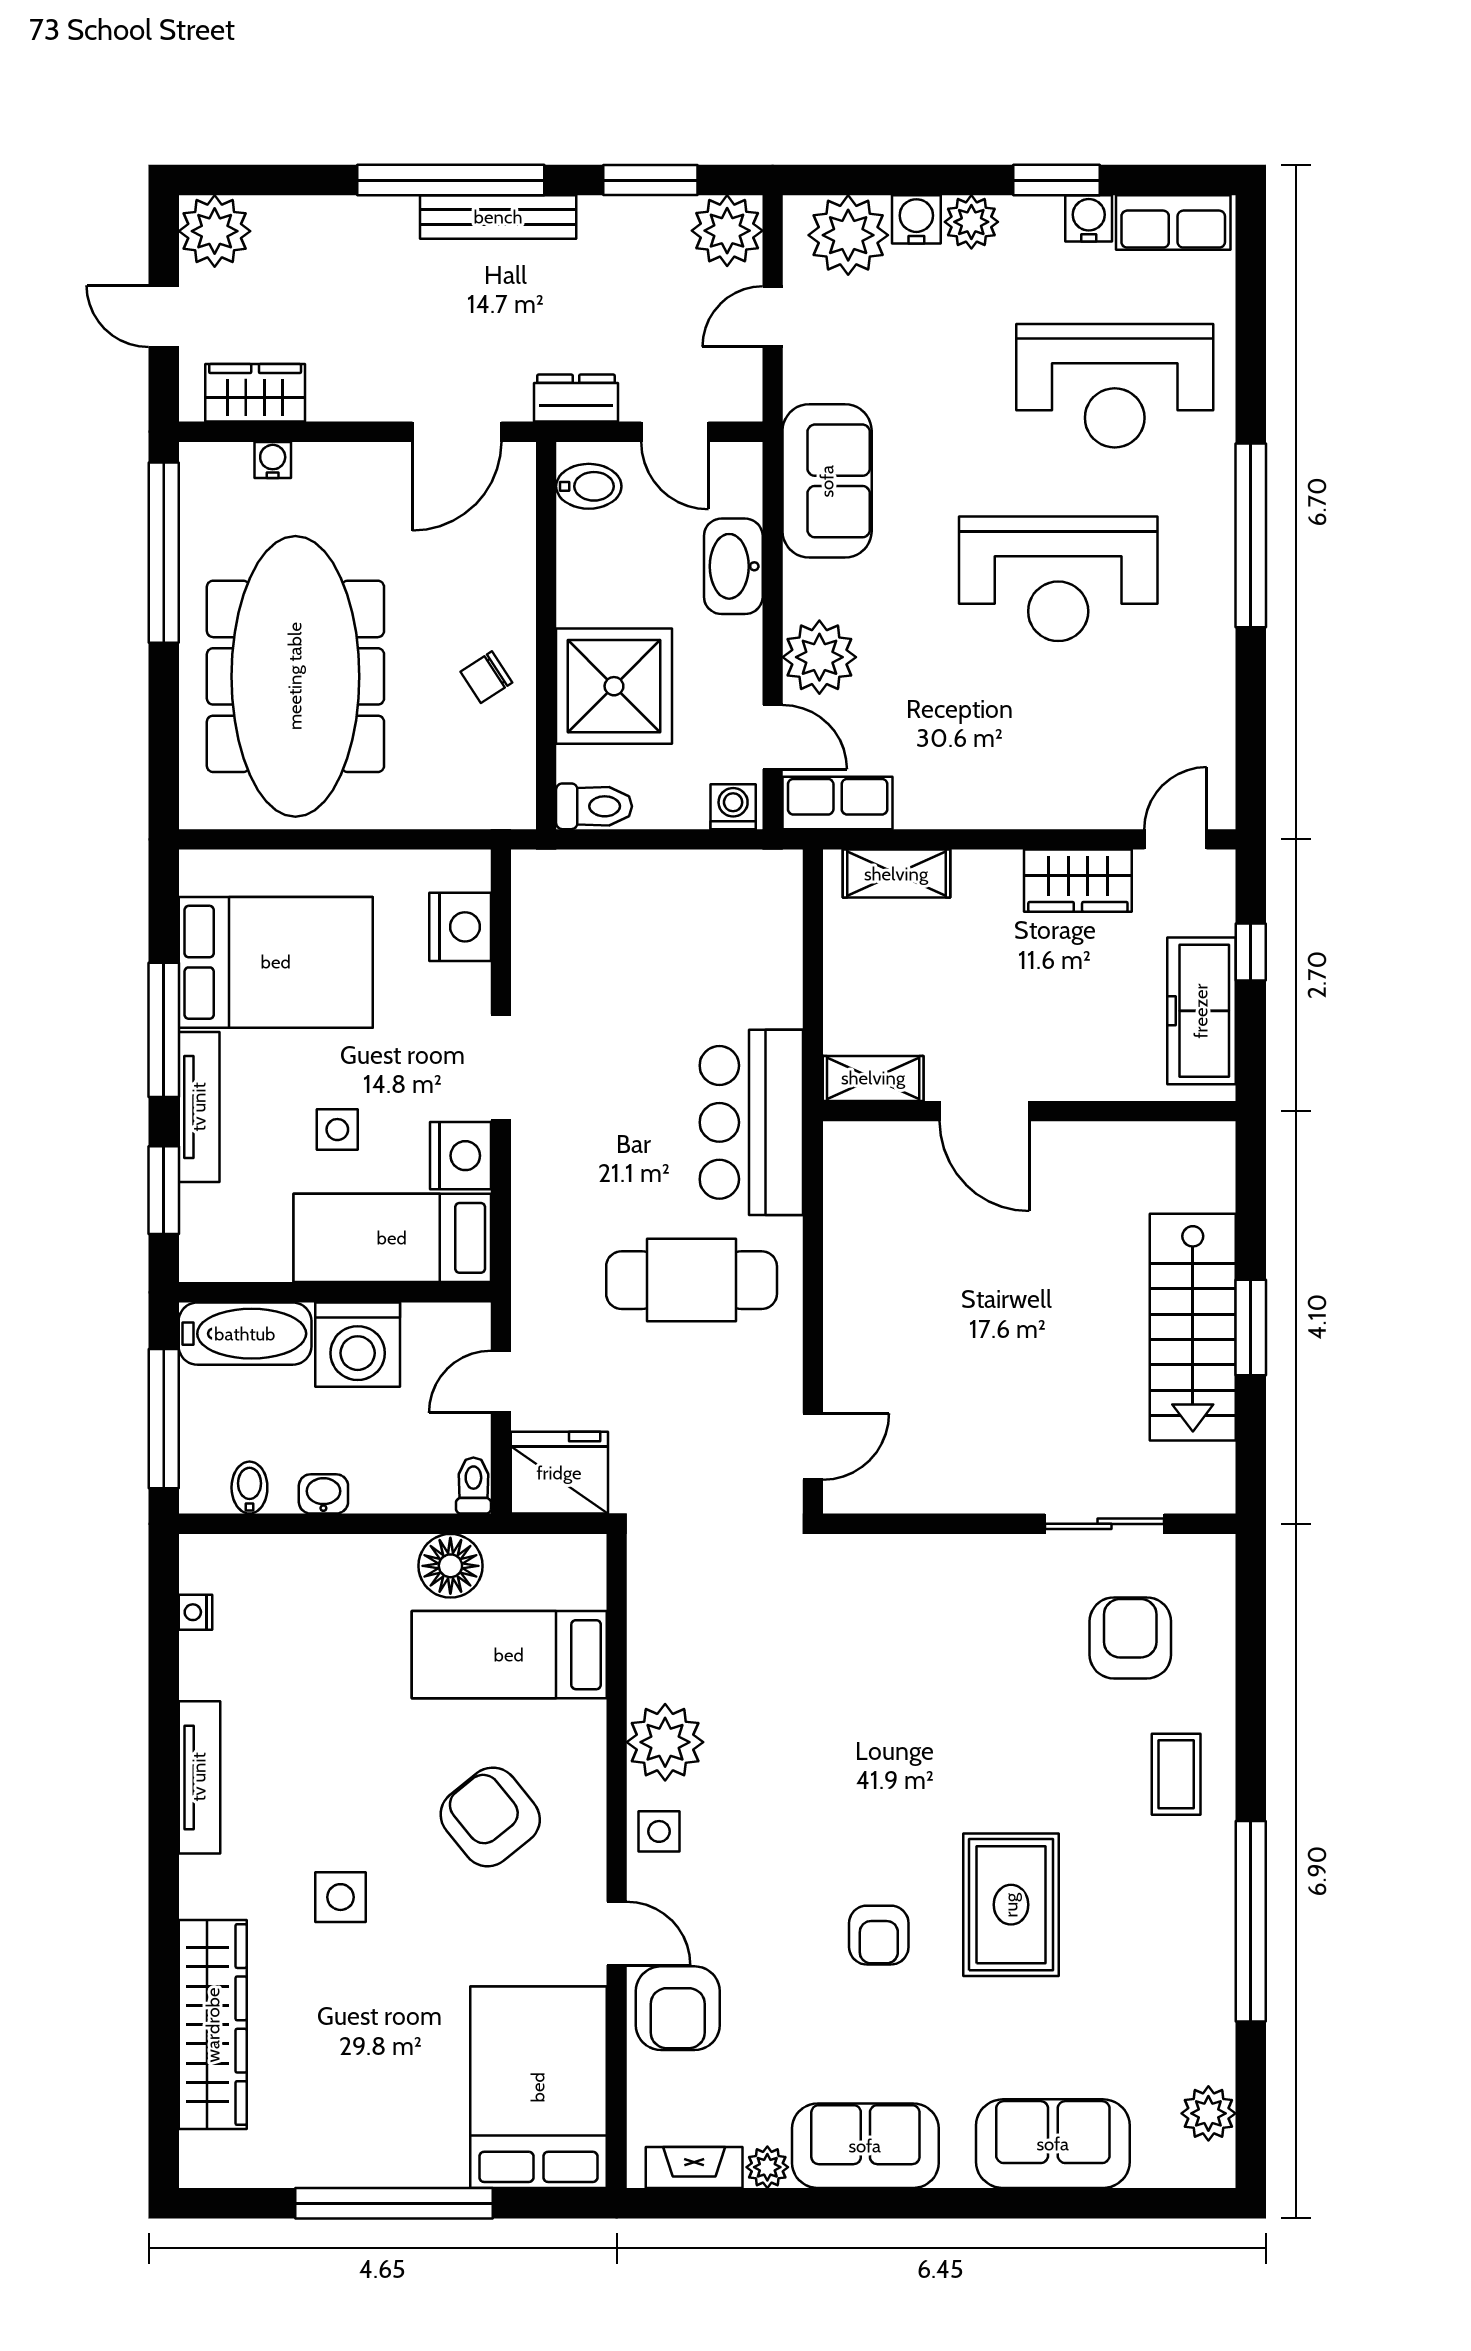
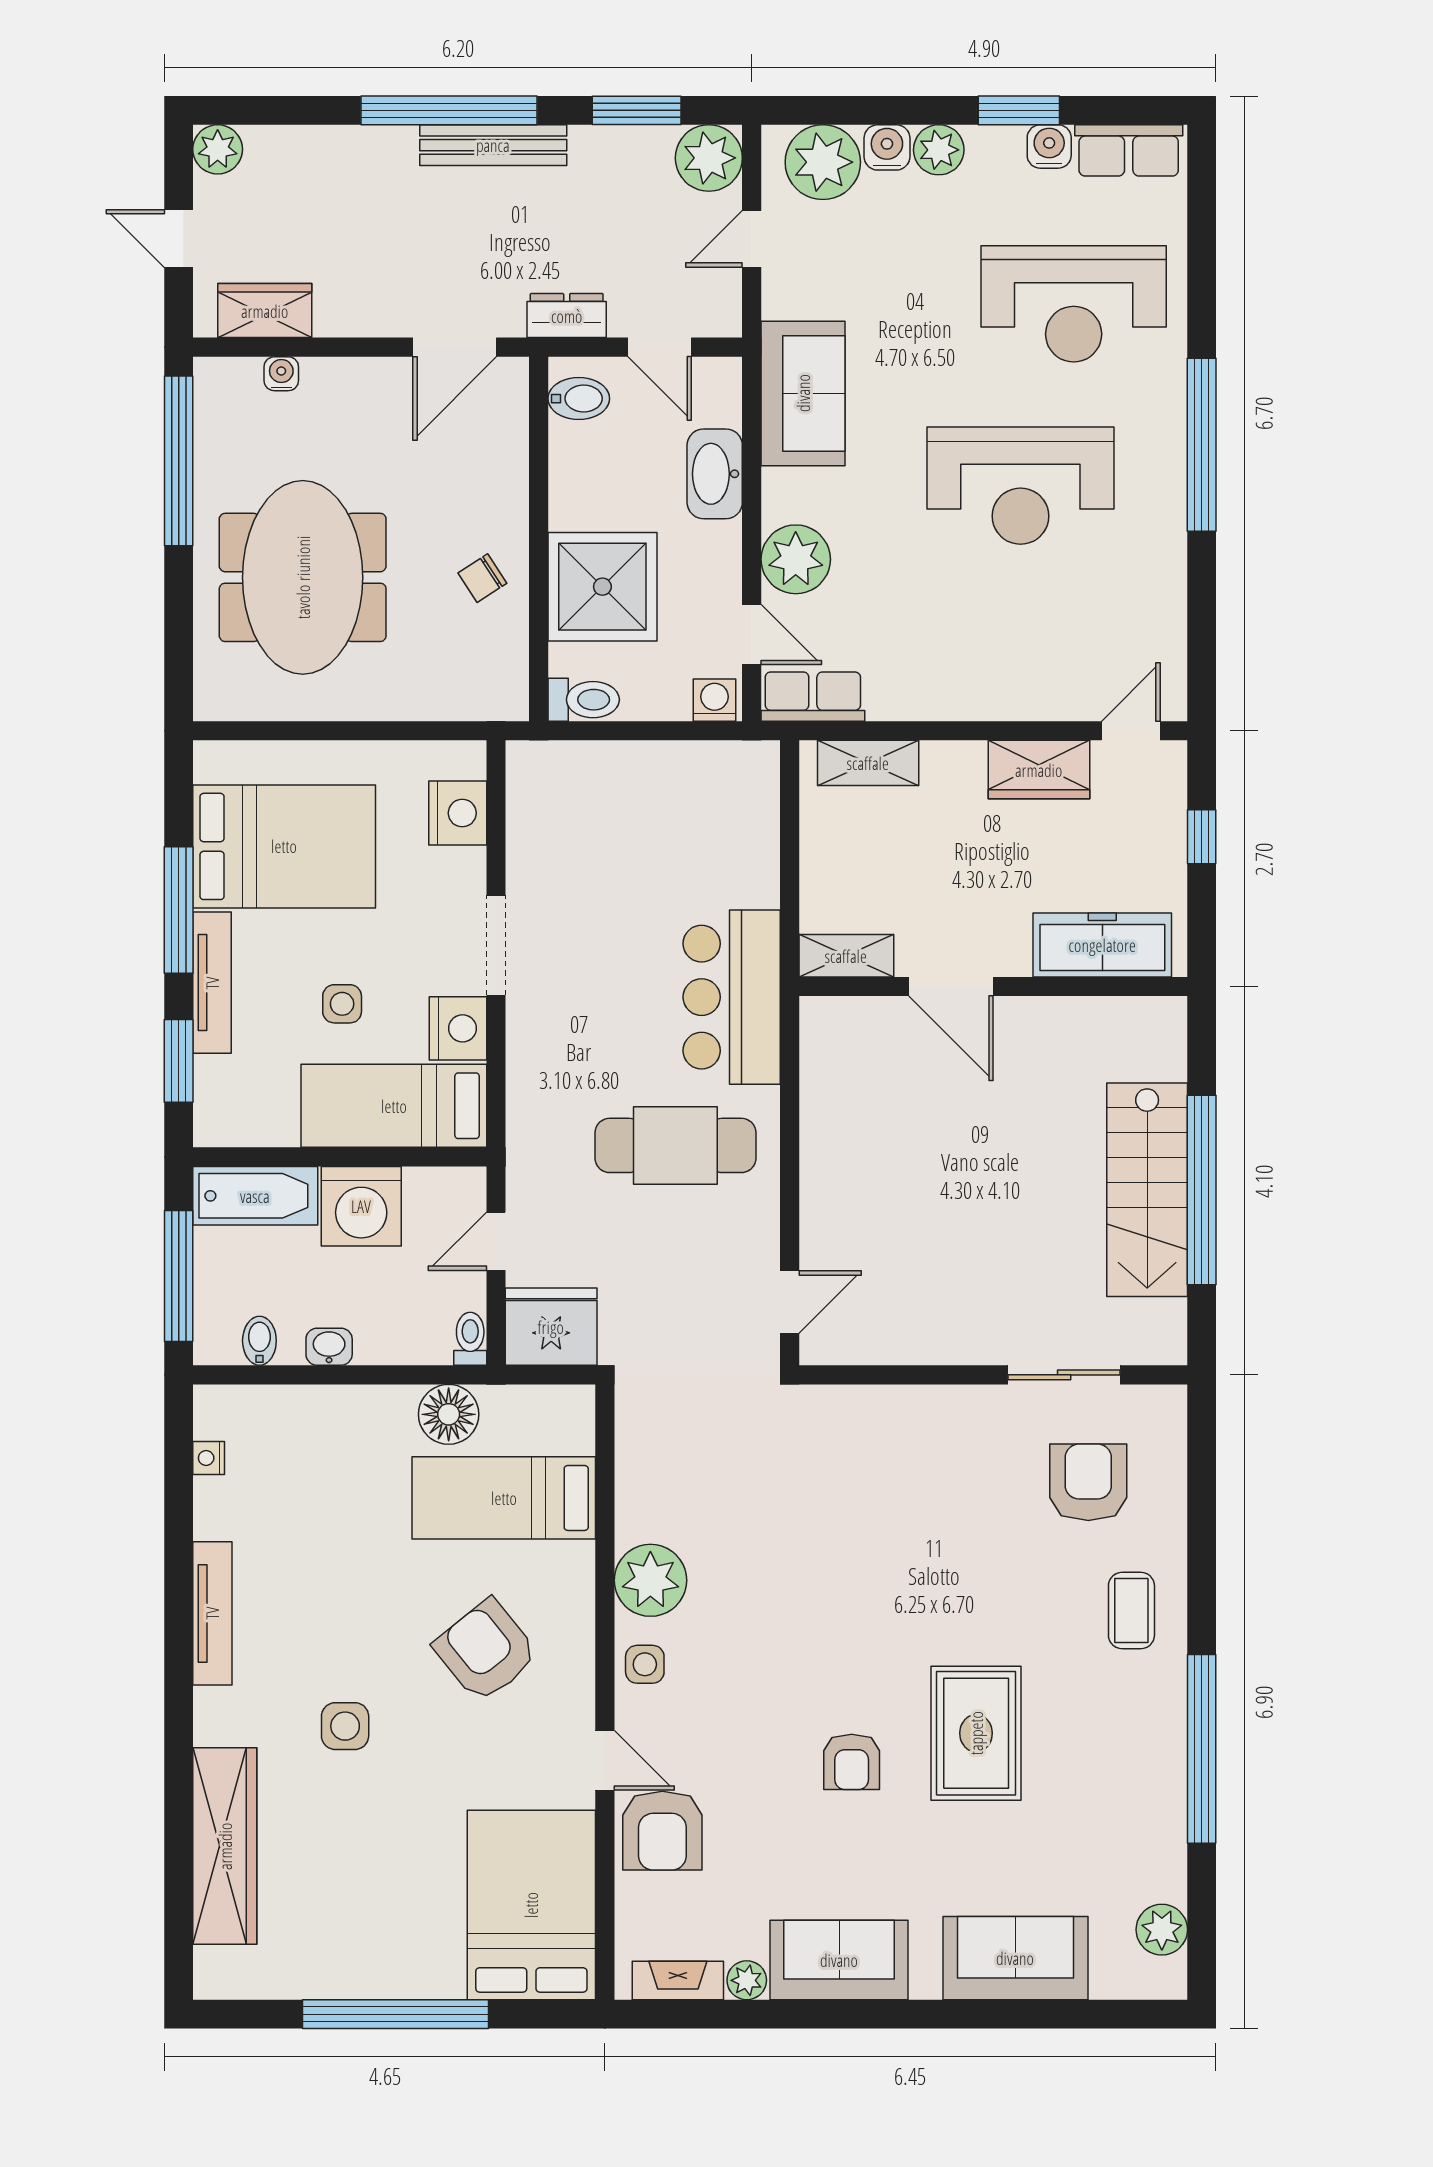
plant: (215, 231) -> (218, 149), width x0.73, depth x0.73
meeting table: (295, 676) -> (303, 577), width x0.73
freezer: (1201, 1011) -> (1102, 945), moved, turned 90
window: (1251, 1327) -> (1202, 1190), width x2.11

